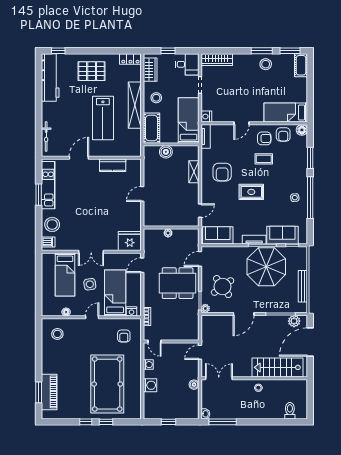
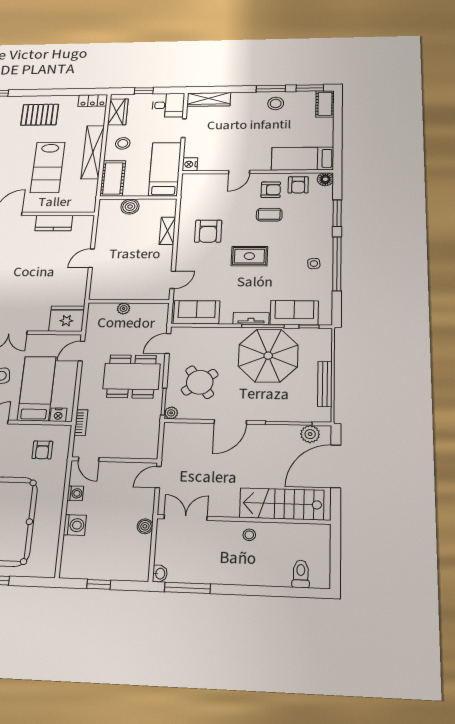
tv unit: (206, 136) -> (187, 188), removed

